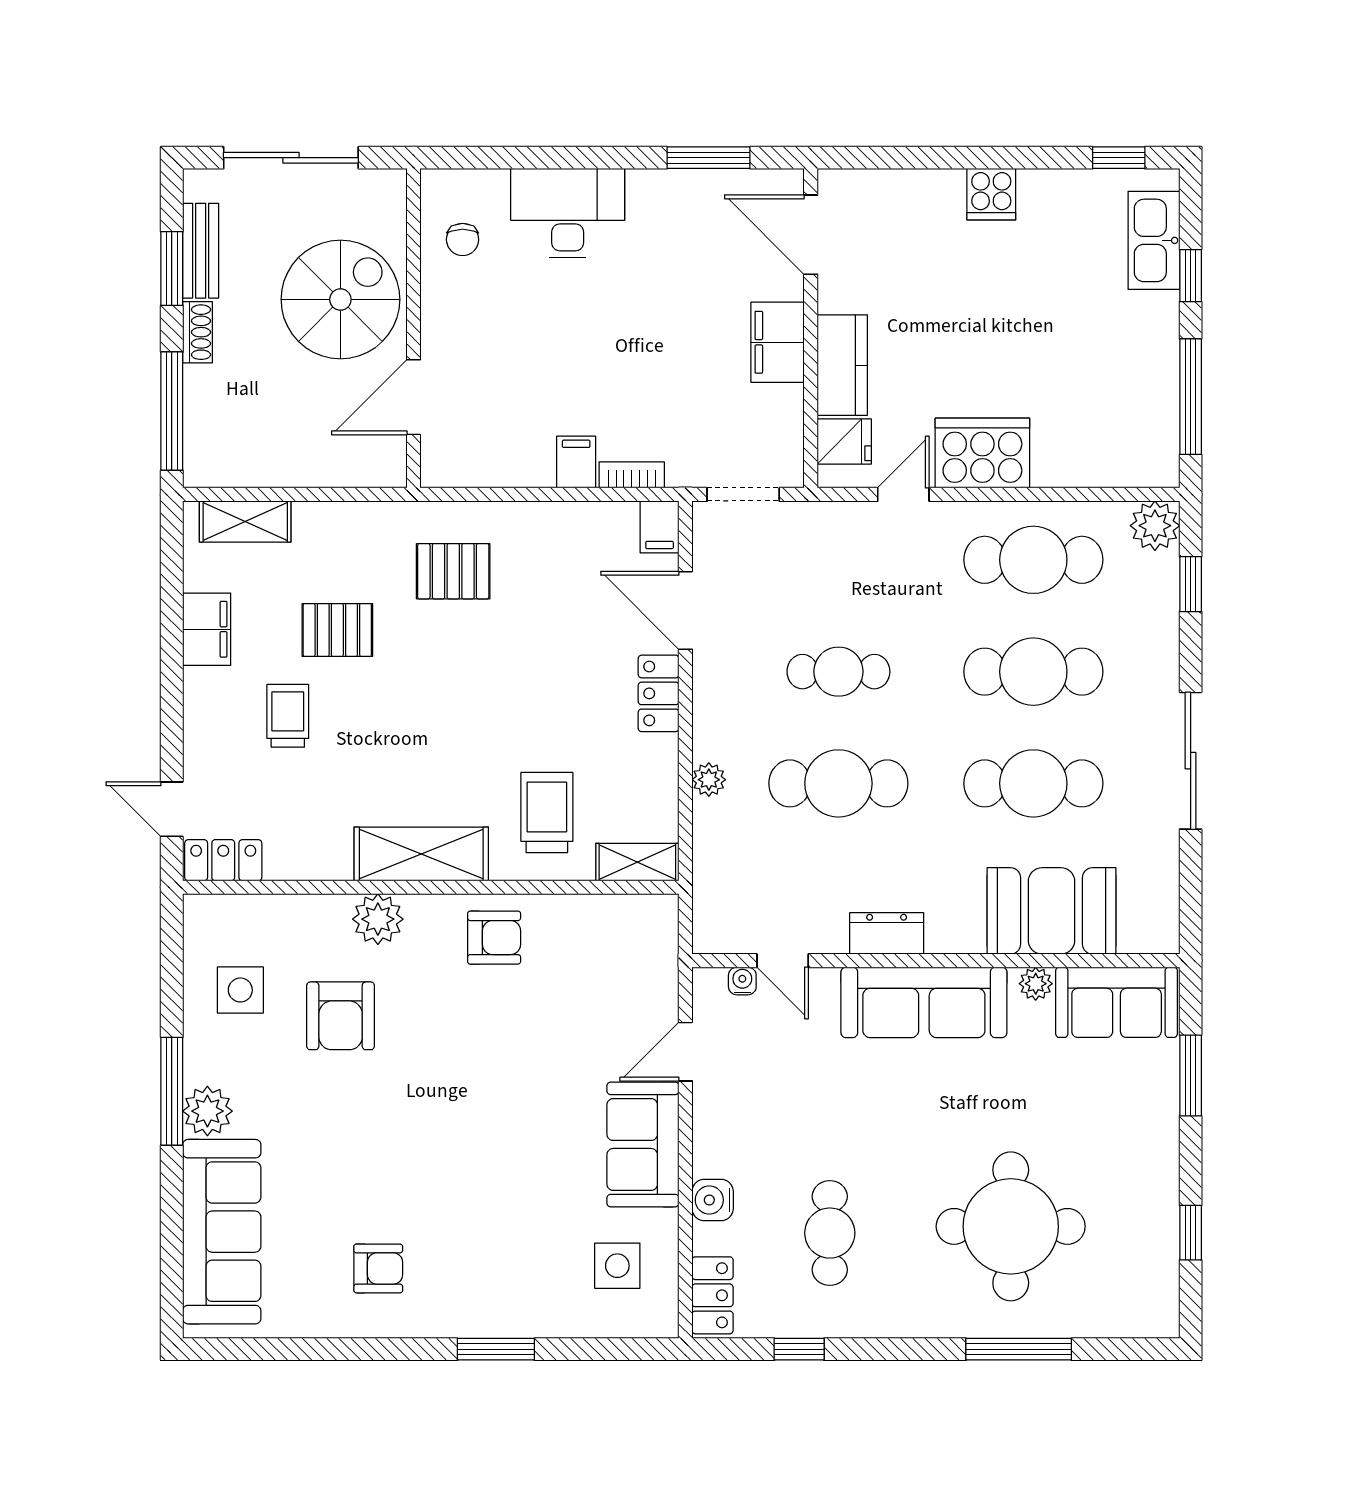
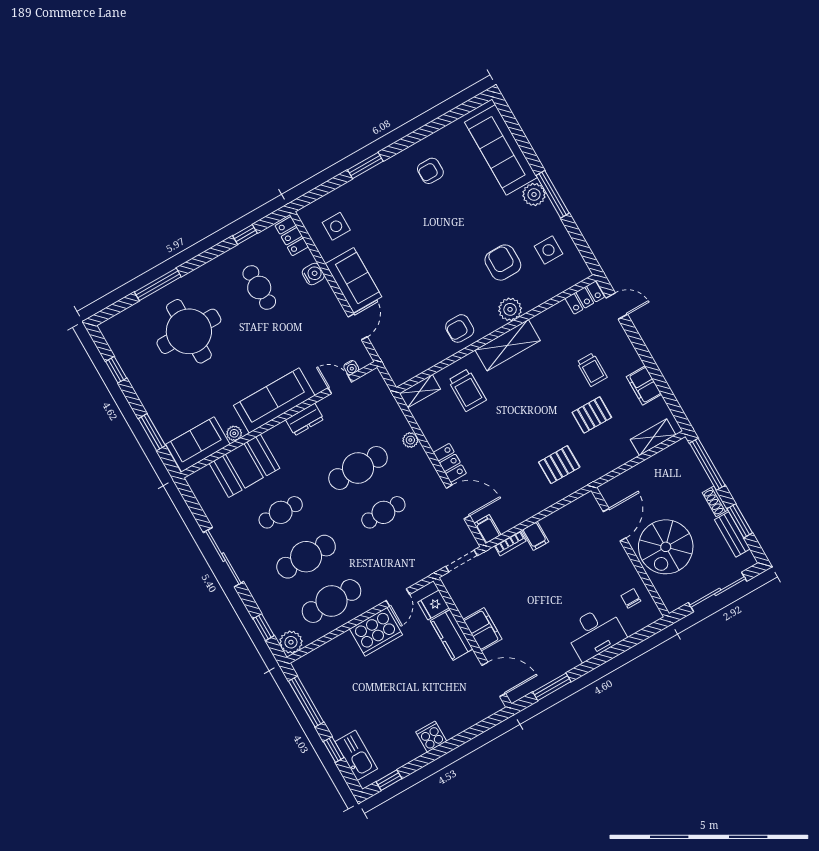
cafe table: (1033, 783) -> (281, 512), width x0.73, depth x0.74

